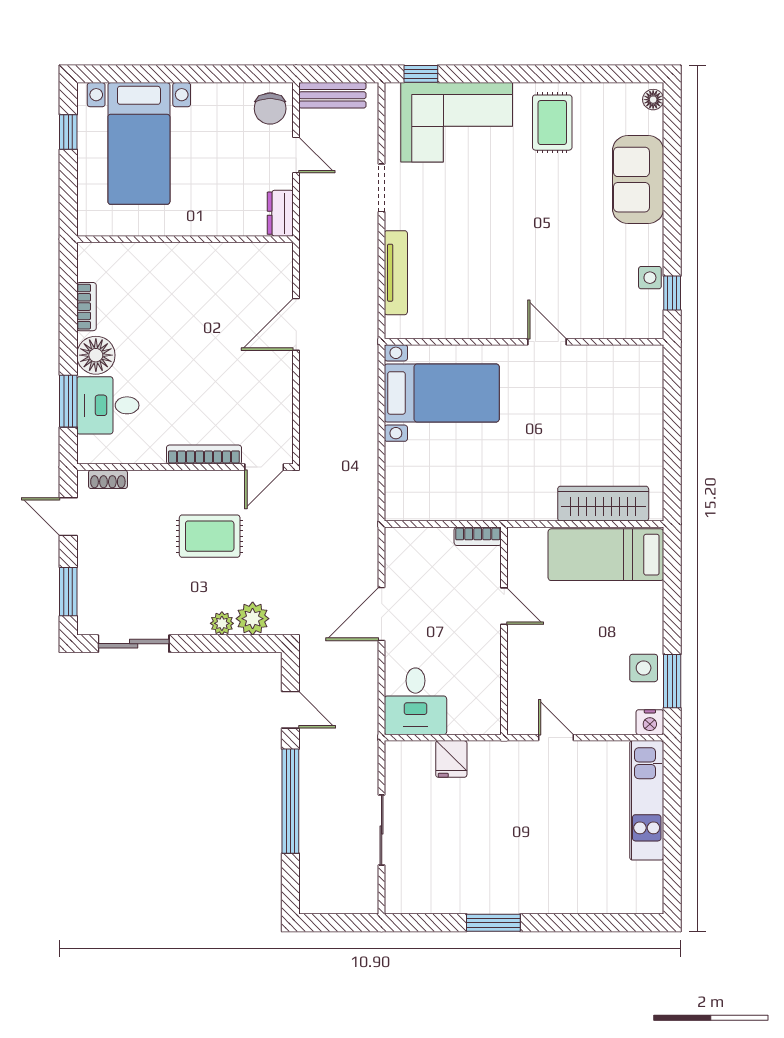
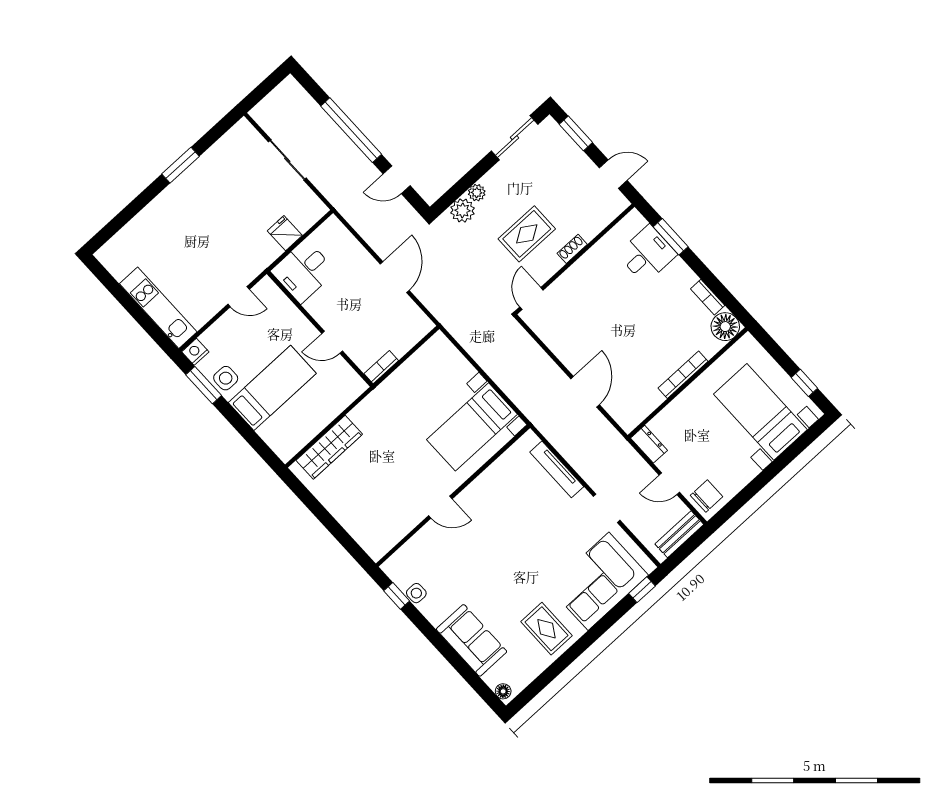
chair: (270, 109) -> (707, 496), turned 90
floor lamp: (96, 355) -> (725, 327), moved
bookcase: (204, 455) -> (683, 375), moved, turned 180
shoe rack: (108, 479) -> (572, 249), moved
bed: (606, 555) -> (272, 388), moved
desk: (415, 701) -> (303, 271), moved, turned -90

